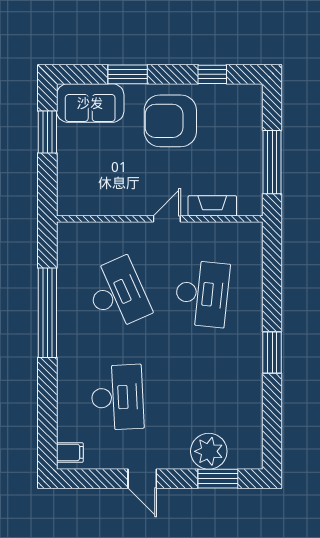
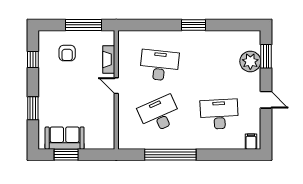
sofa: (90, 103) -> (65, 138), moved, turned -90
armchair: (170, 121) -> (67, 53), moved, width x0.53, depth x0.53
door: (142, 479) -> (266, 100), hinge flipped

